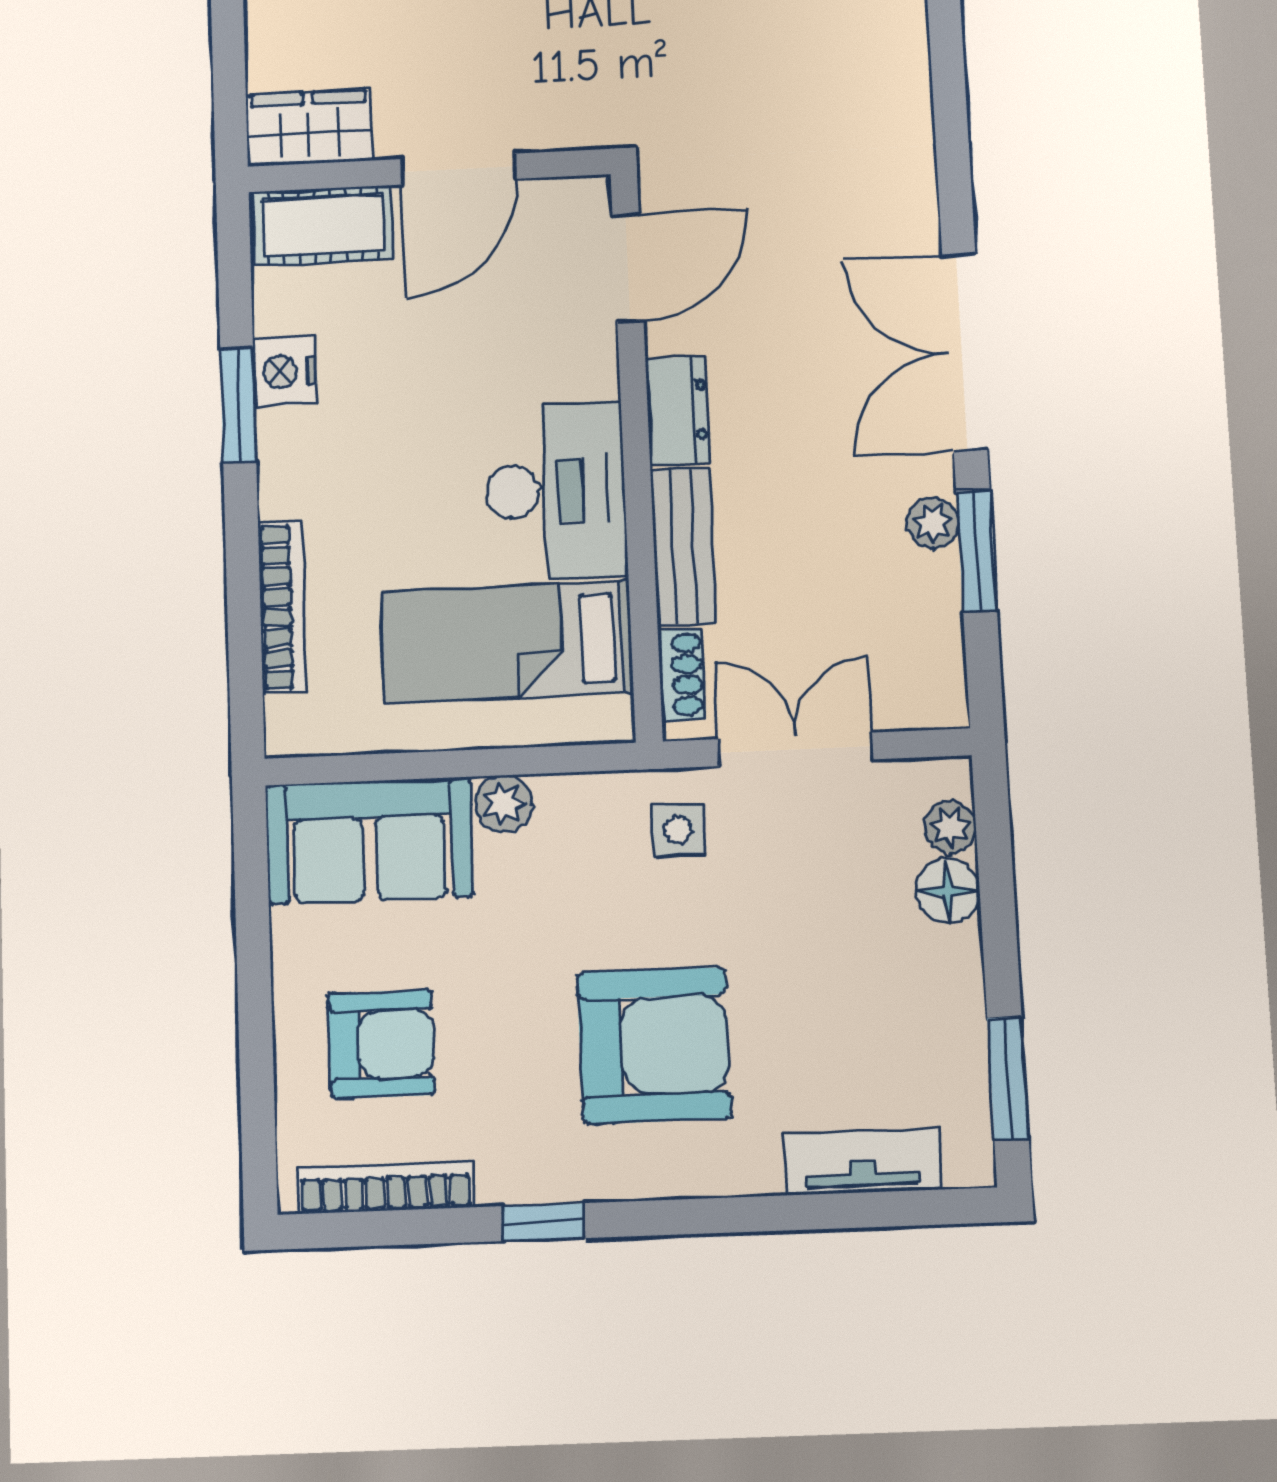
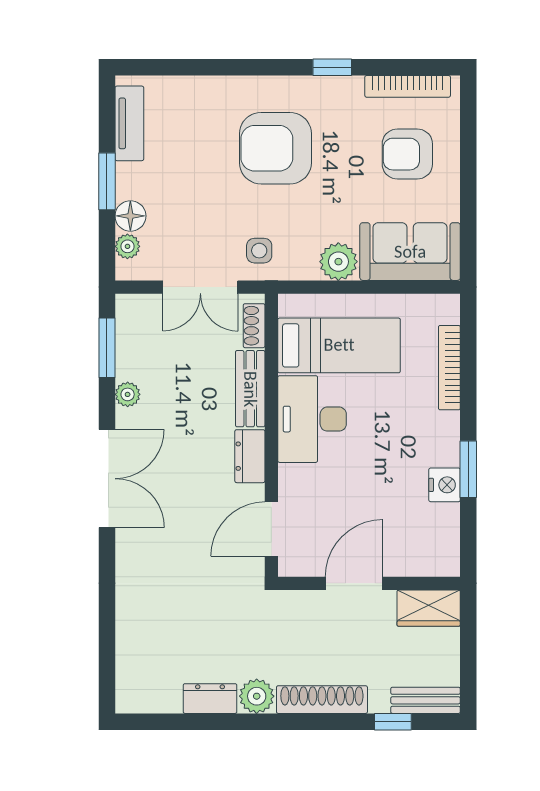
cot: (323, 226) -> (423, 558), removed
window: (976, 551) -> (107, 348), moved
plant: (504, 804) -> (338, 262), width x1.38, depth x1.38
window: (1008, 1078) -> (107, 181), moved
tv unit: (862, 1162) -> (129, 123), moved, turned -90

